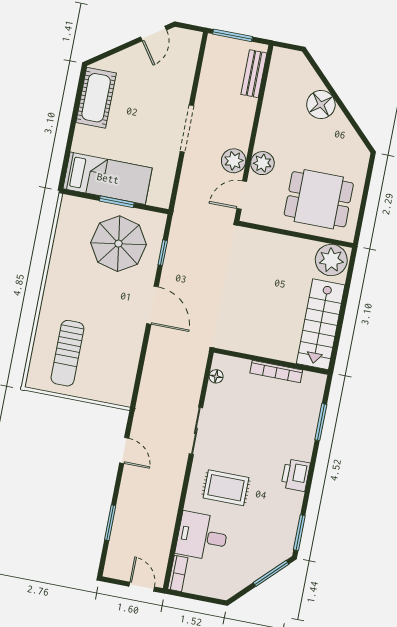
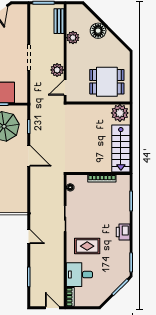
plant: (262, 163) -> (73, 38), moved

